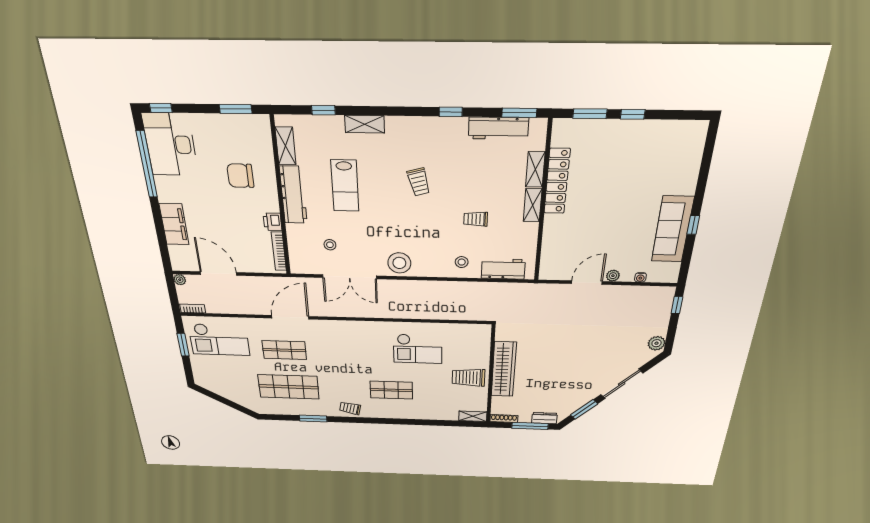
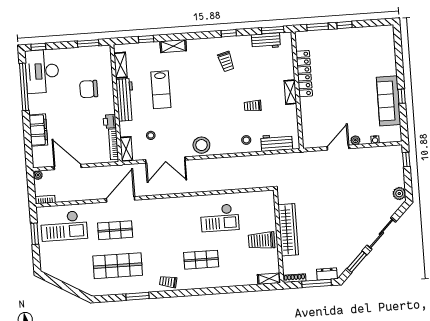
workbench: (498, 128) -> (266, 41), width x0.73
shelving: (535, 170) -> (126, 149), moved
trolley: (419, 182) -> (226, 61), moved

